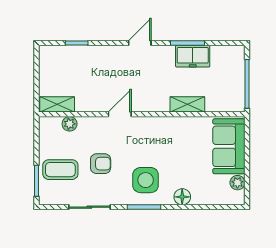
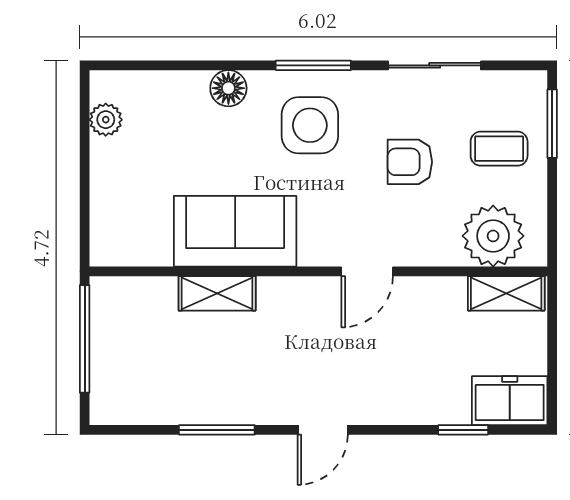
freezer: (193, 56) -> (510, 401), moved
plant: (70, 124) -> (493, 236), width x1.87, depth x1.87
sofa: (229, 146) -> (235, 231), moved, turned -90
coffee table: (60, 170) -> (499, 149), width x0.73, depth x0.77

